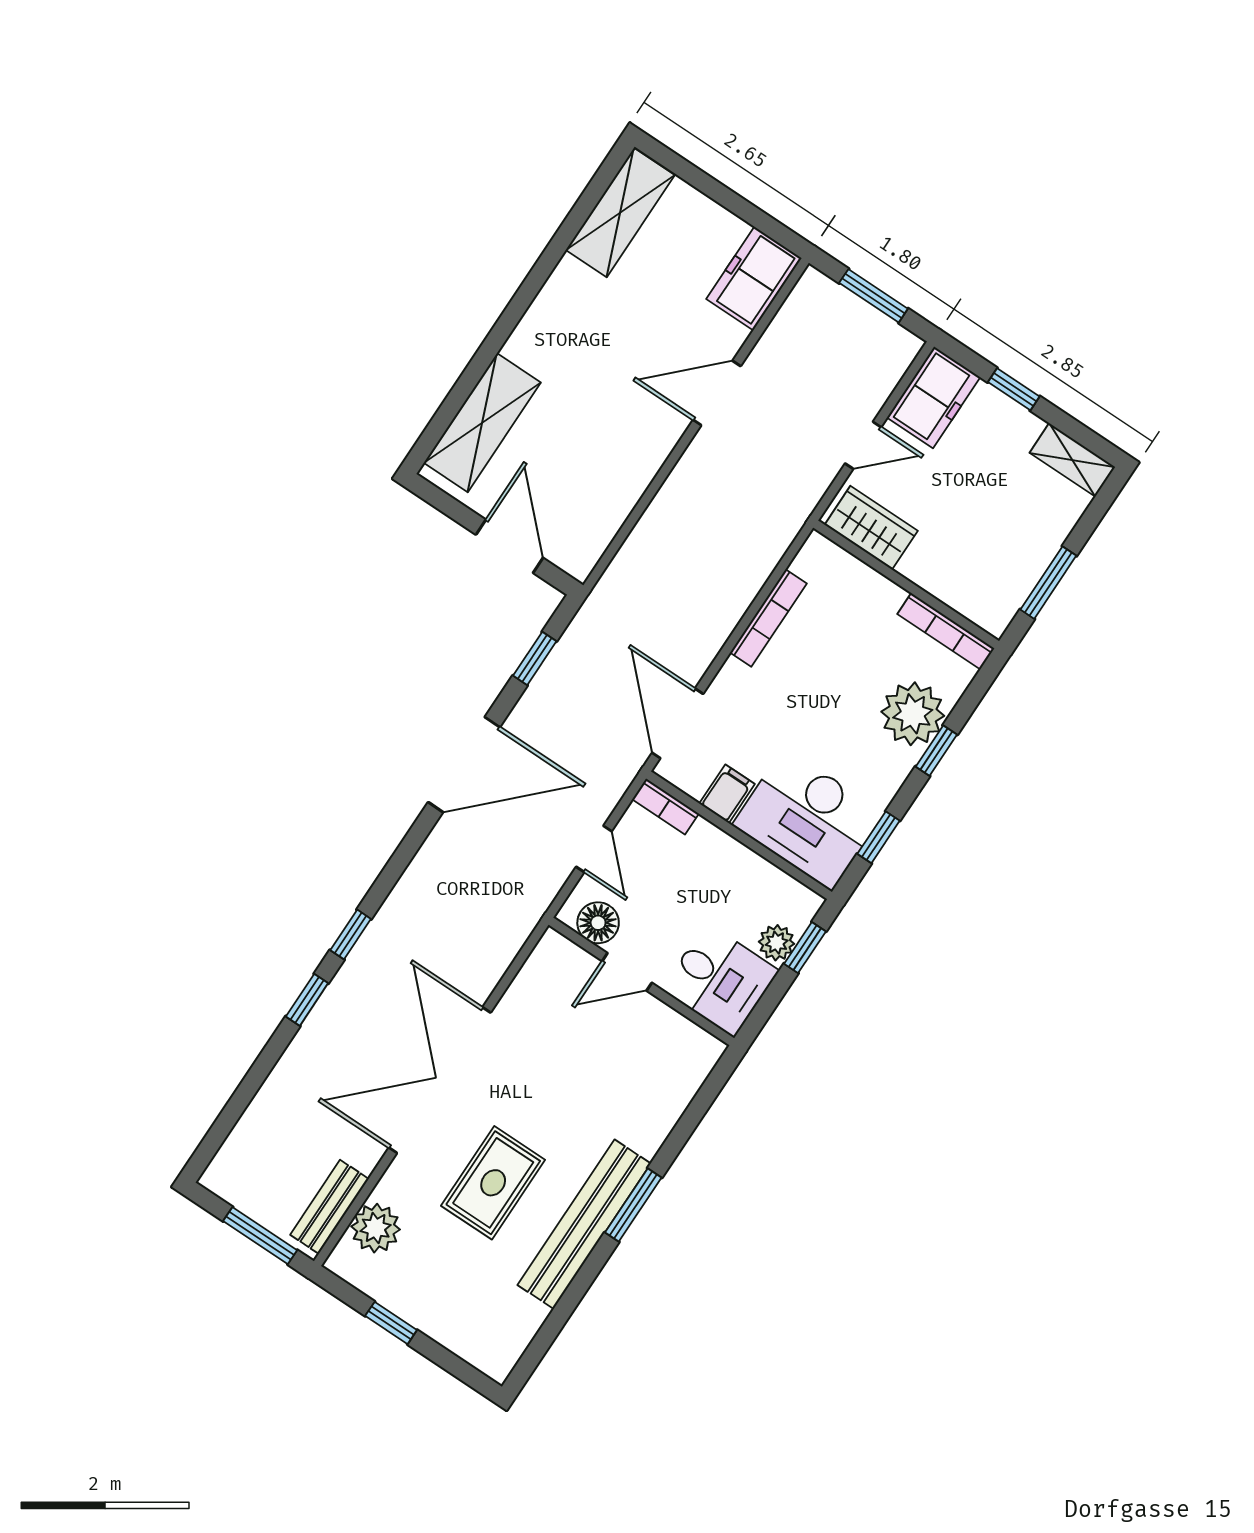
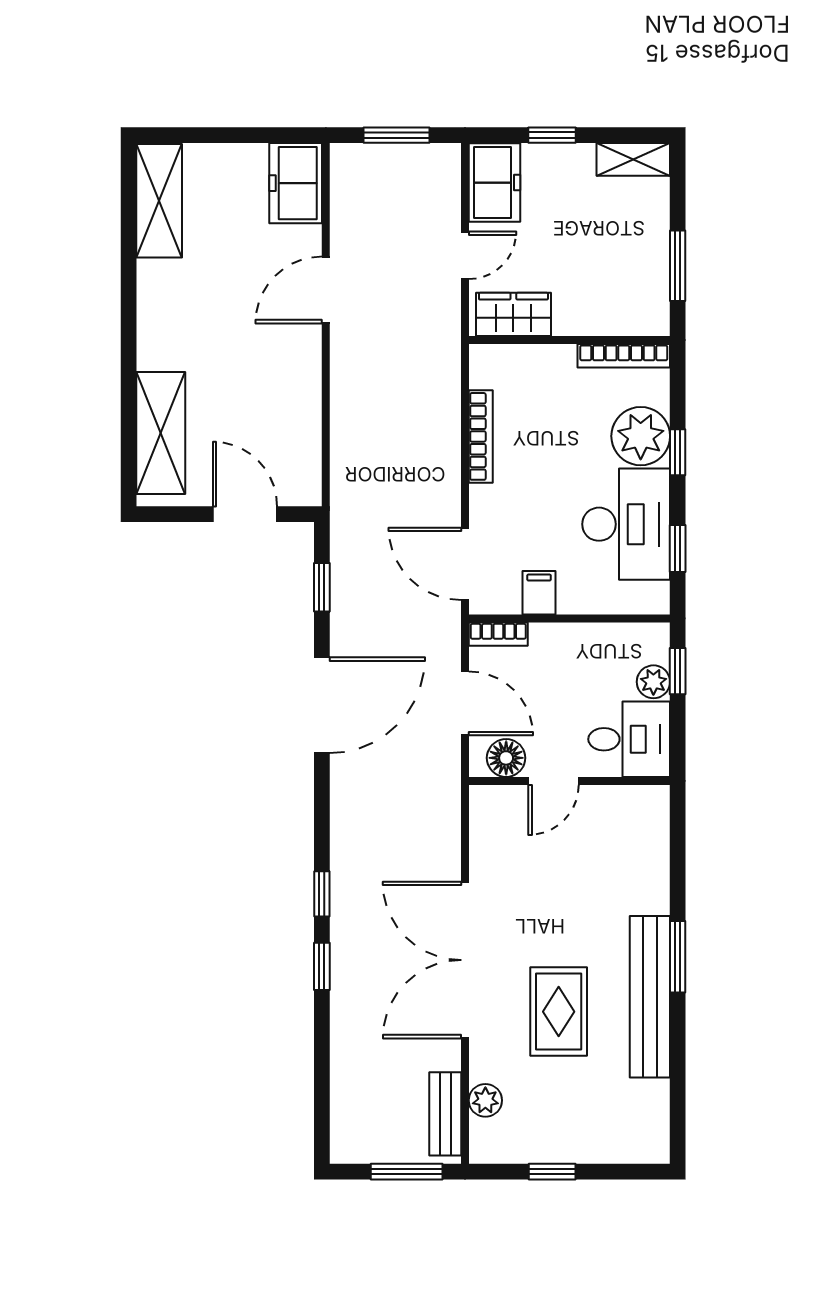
desk: (808, 819) -> (626, 524), moved, turned -90
door: (594, 849) -> (465, 703), width x1.38
plant: (376, 1228) -> (485, 1100), width x0.73, depth x0.73

